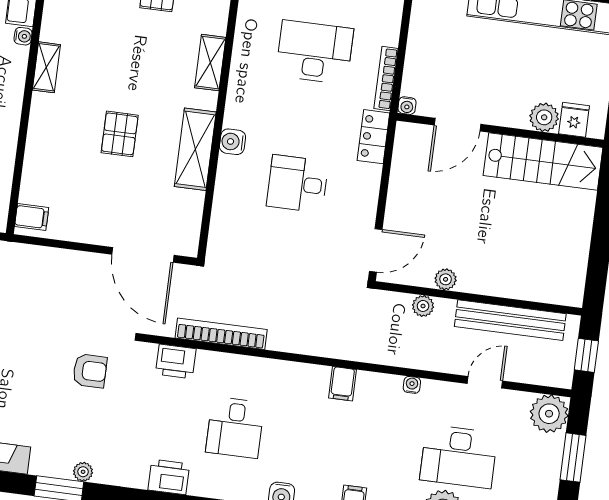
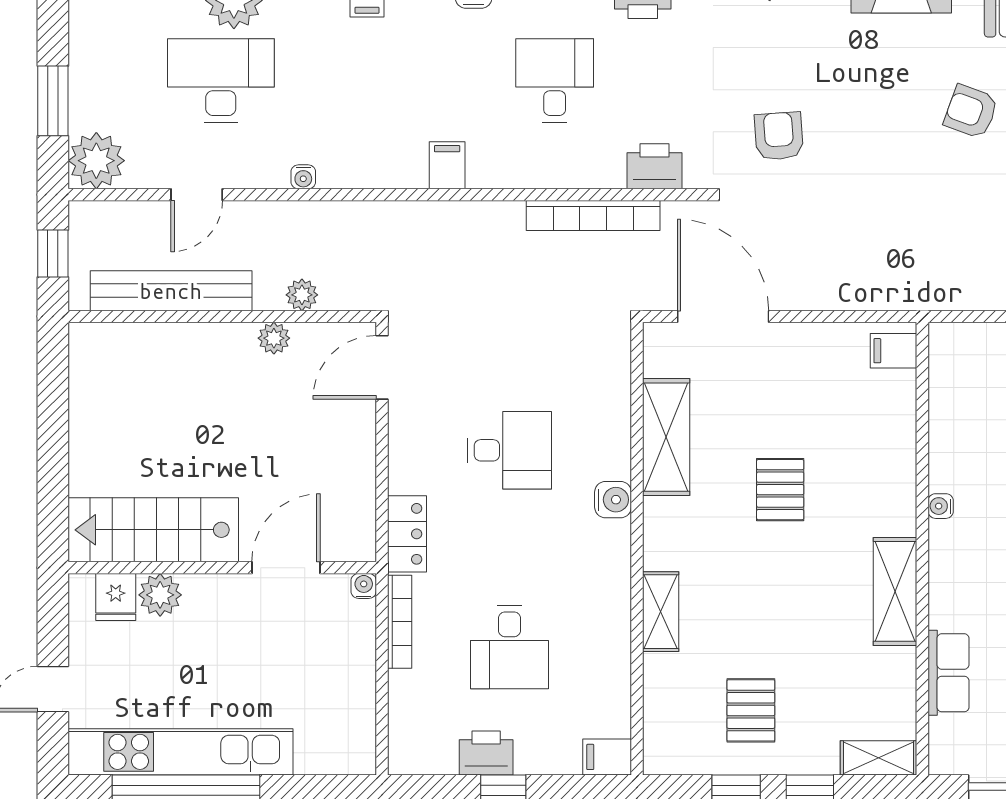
water cooler: (23, 36) -> (941, 506), moved
desk: (315, 52) -> (510, 647), width x0.73
shelving: (46, 67) -> (895, 591), width x1.50, depth x1.33
shelving: (195, 149) -> (666, 437), moved
armchair: (90, 371) -> (779, 136), turned 86
filing cabinet: (343, 384) -> (447, 165), moved

